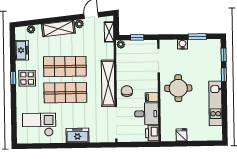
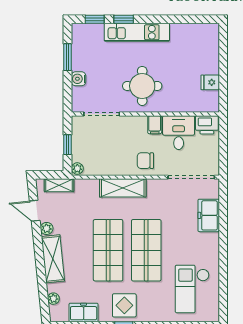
shelving: (108, 83) -> (123, 188), width x0.68
kitchen unit: (215, 103) -> (137, 32), moved
freezer: (77, 135) -> (209, 215), moved

